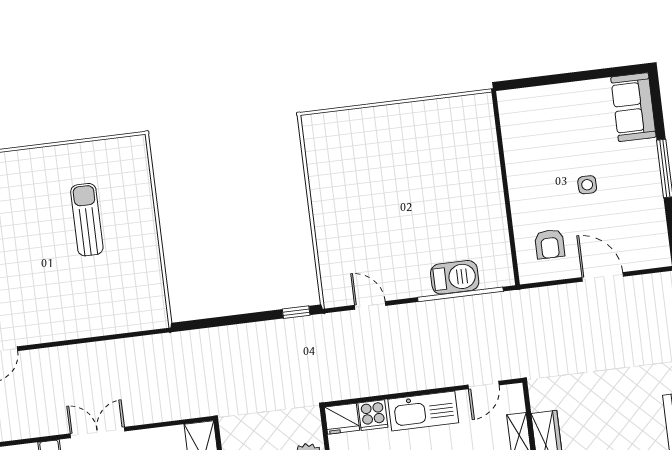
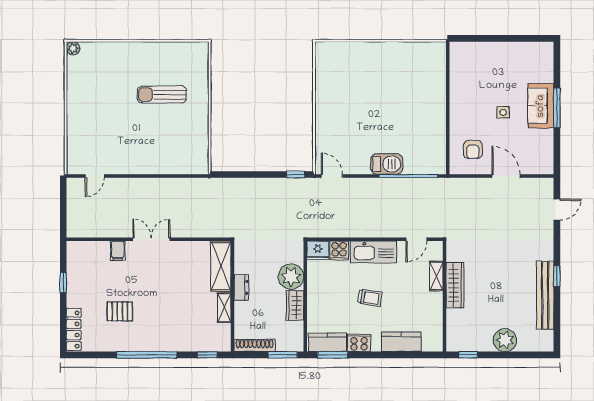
sofa: (633, 107) -> (541, 106), moved
sun lounger: (87, 220) -> (162, 95), turned -90
barbecue: (455, 277) -> (387, 164), moved
door: (370, 305) -> (332, 176), moved

